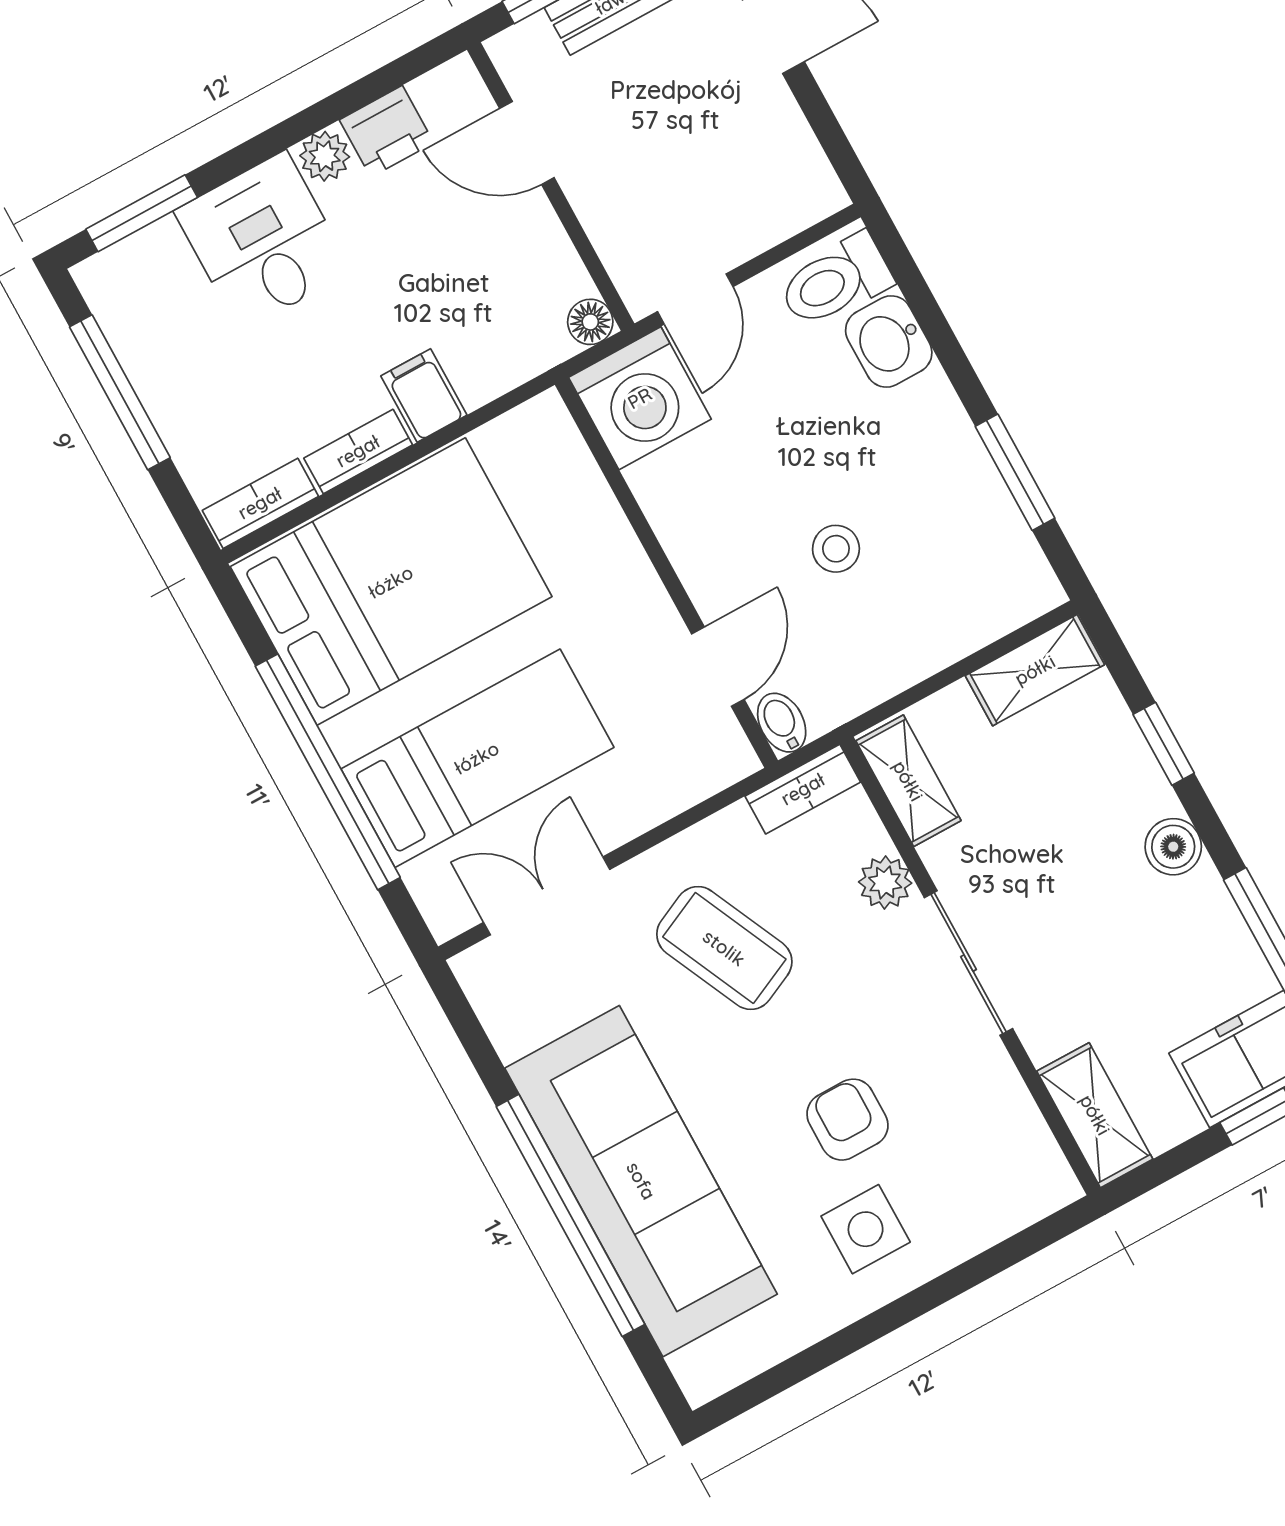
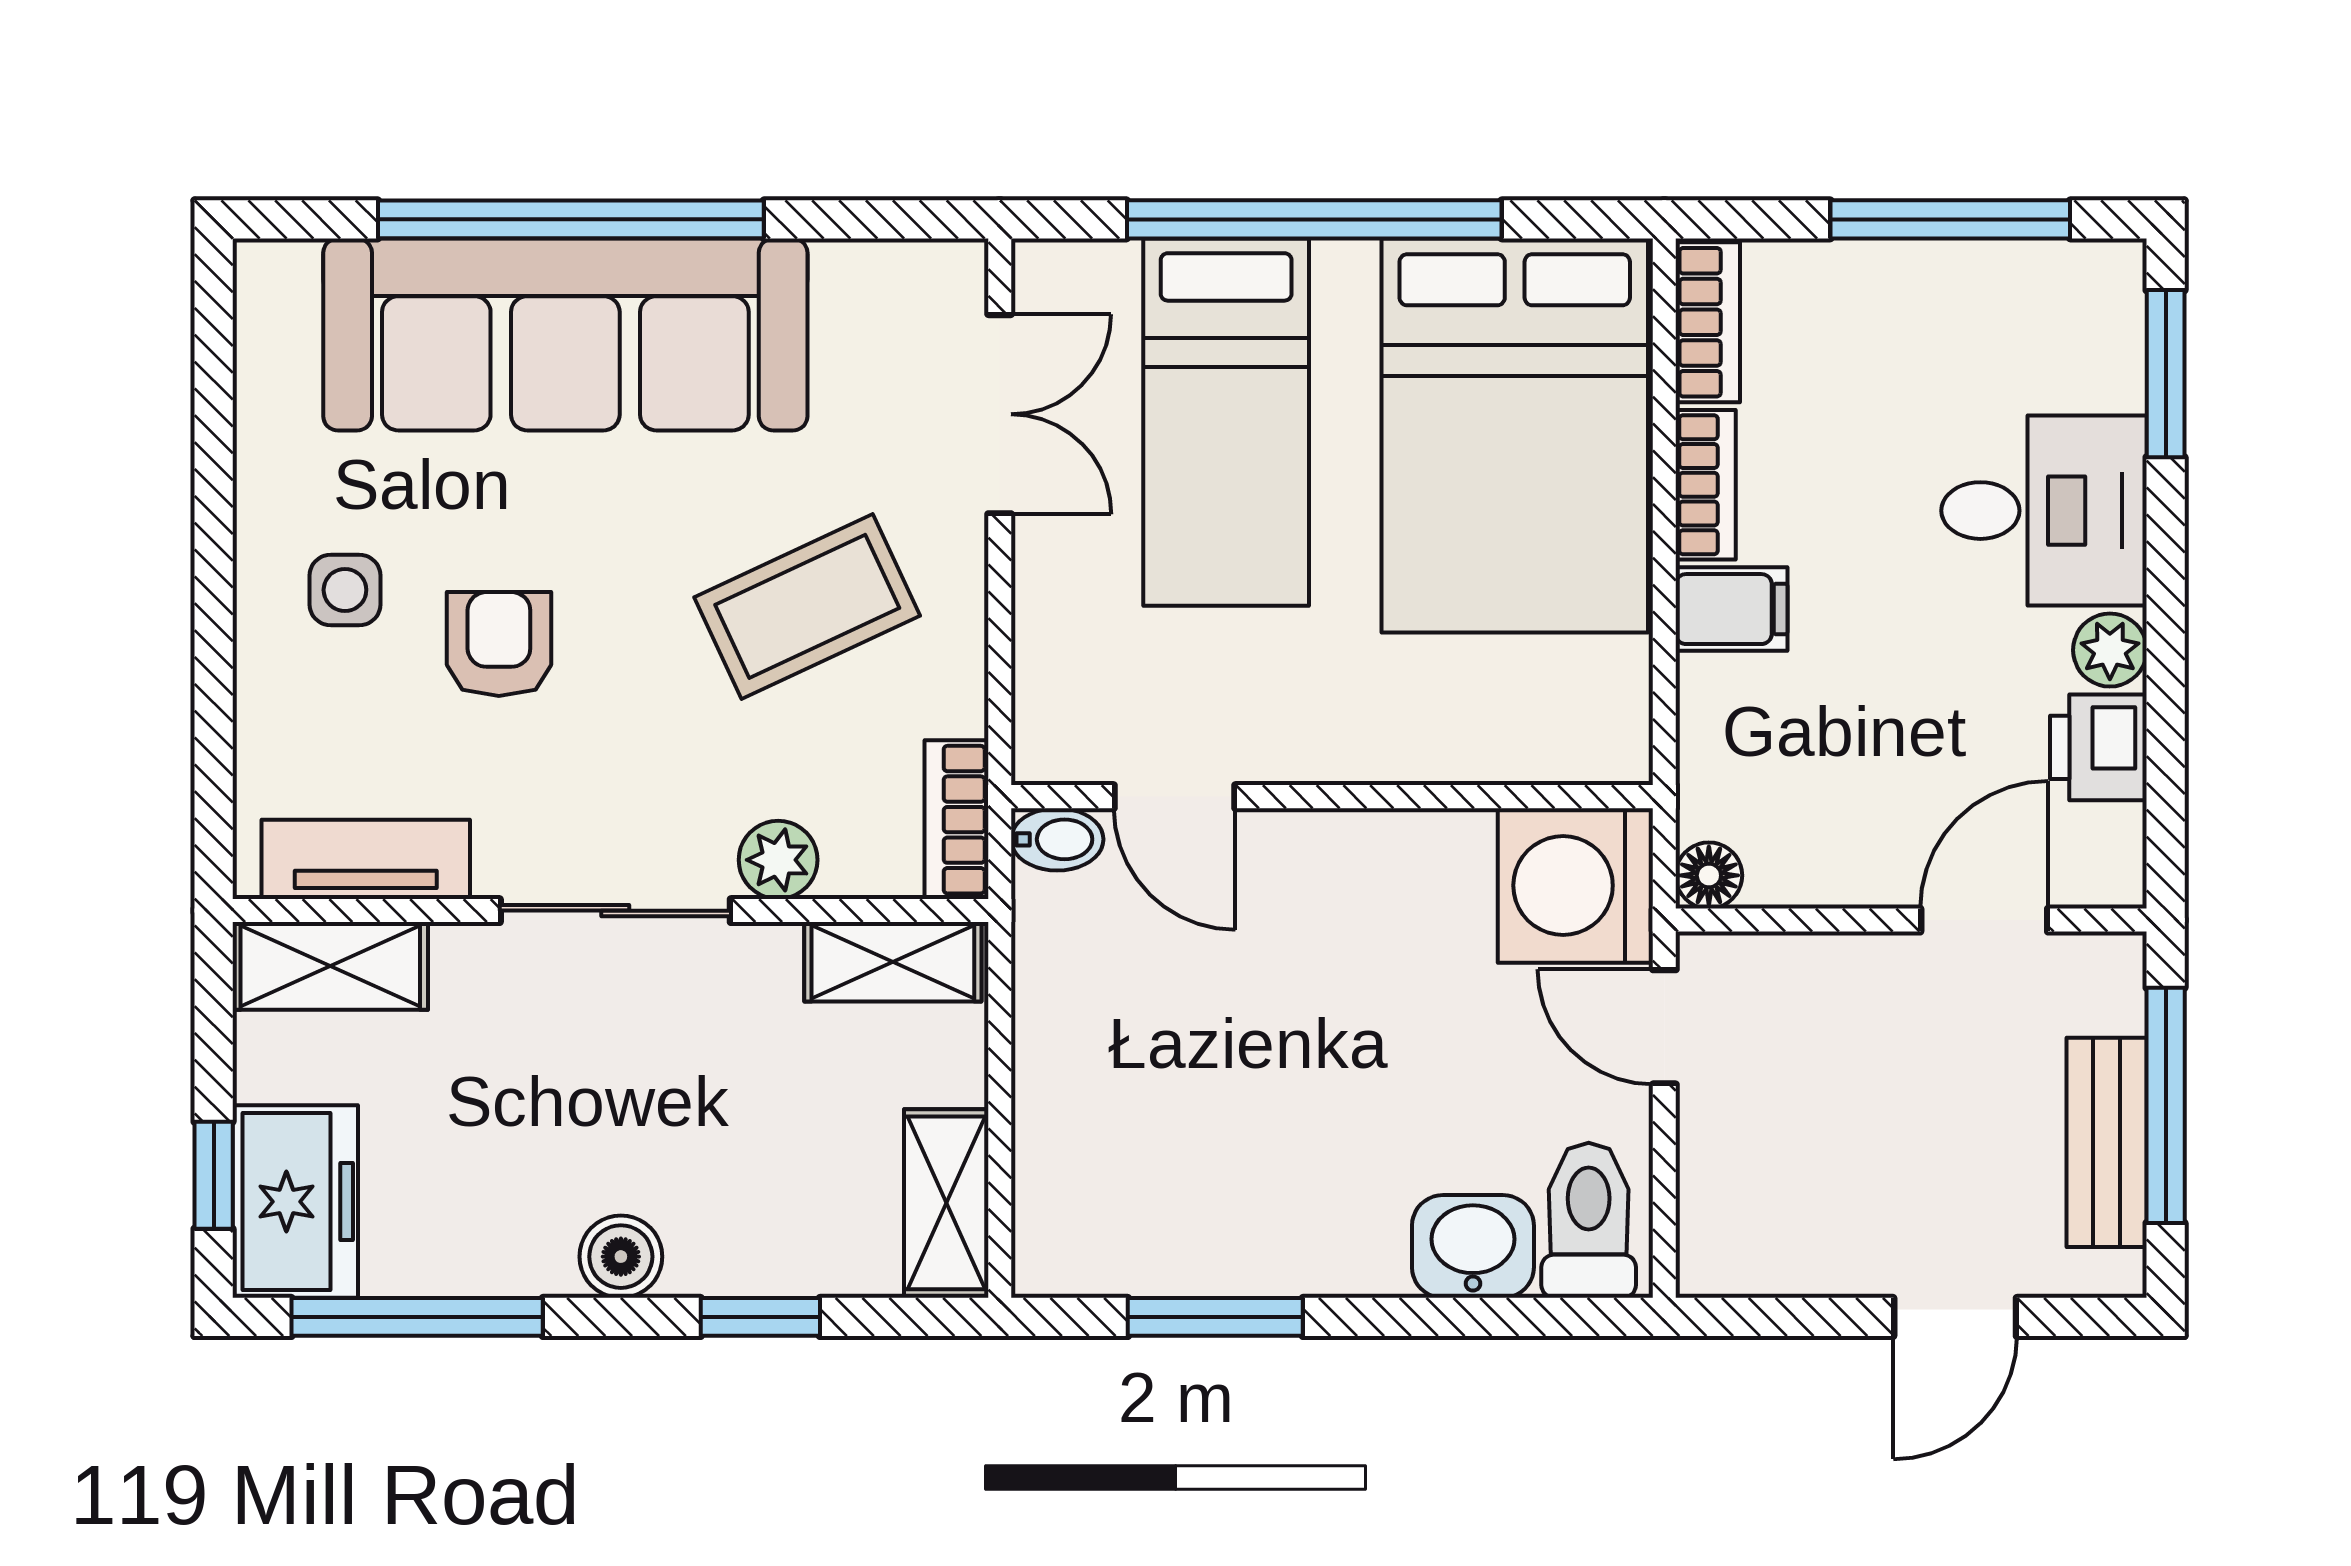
stool: (836, 549) -> (1243, 1032), removed
armchair: (847, 1120) -> (499, 644), turned -90
tv unit: (1020, 1129) -> (366, 859), added
side table: (866, 1229) -> (345, 590), width x0.73, depth x0.73

